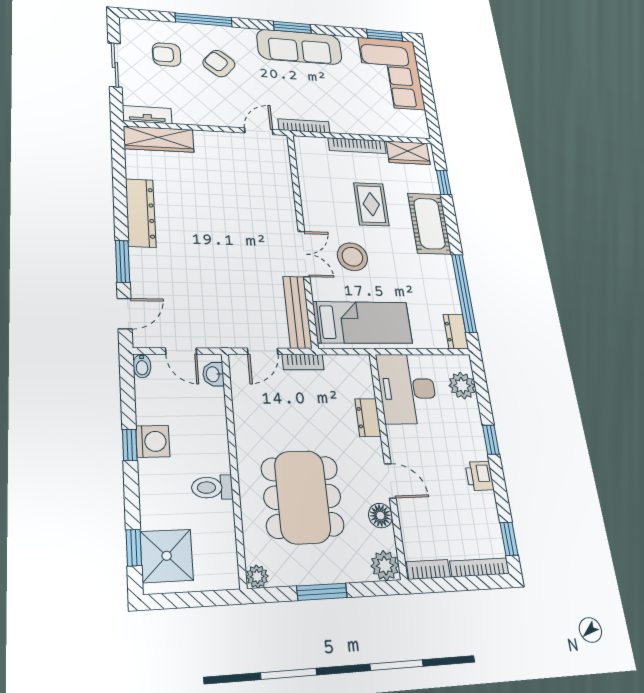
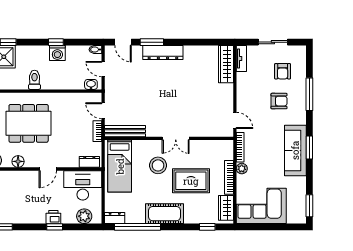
armchair: (167, 55) -> (283, 71), turned 180
armchair: (219, 64) -> (279, 101), turned 50
corner sofa: (391, 73) -> (261, 206), moved
plant: (340, 126) -> (242, 169), added
rug: (371, 204) -> (191, 181), width x1.36, depth x1.43
dresser: (141, 213) -> (163, 52), moved
cot: (429, 224) -> (165, 214), moved
double door: (304, 254) -> (176, 138), moved
door: (181, 351) -> (103, 69), hinge flipped
dresser: (368, 418) -> (89, 162), moved
printer: (479, 476) -> (53, 217), moved
door: (390, 481) -> (48, 169), moved

